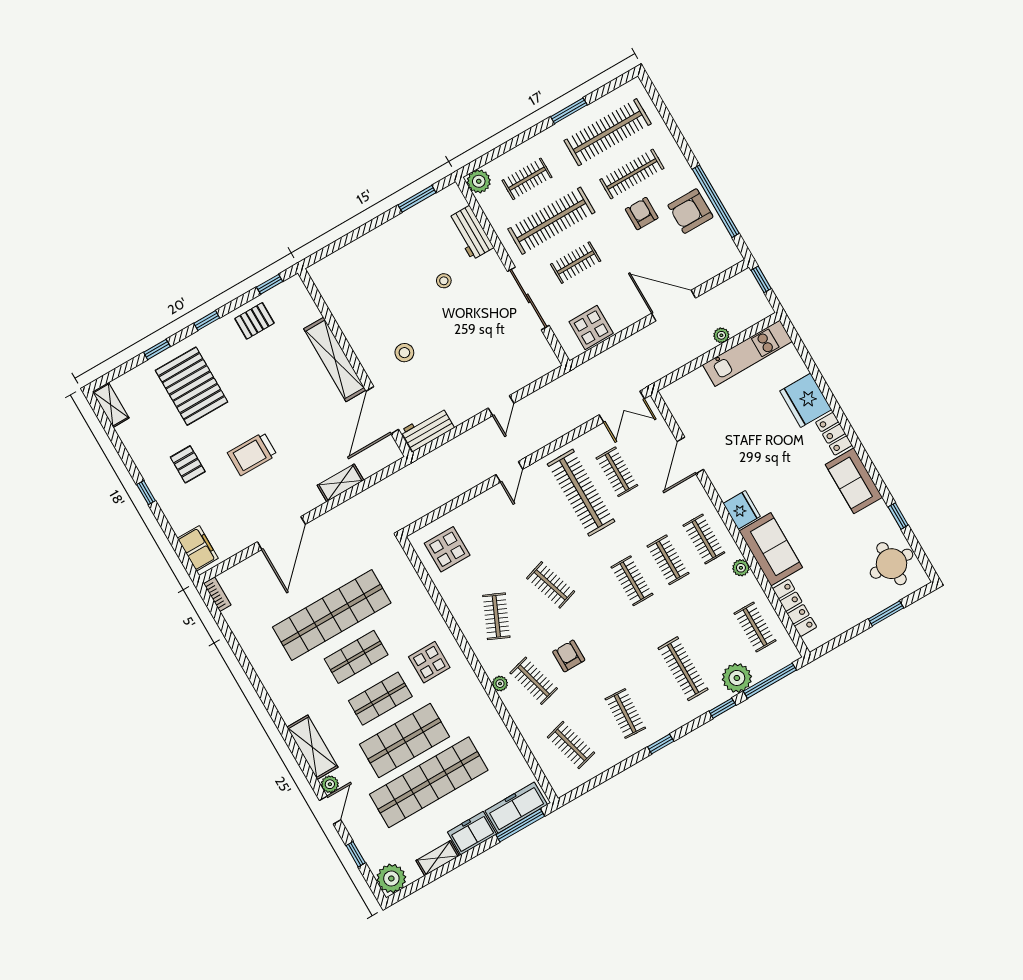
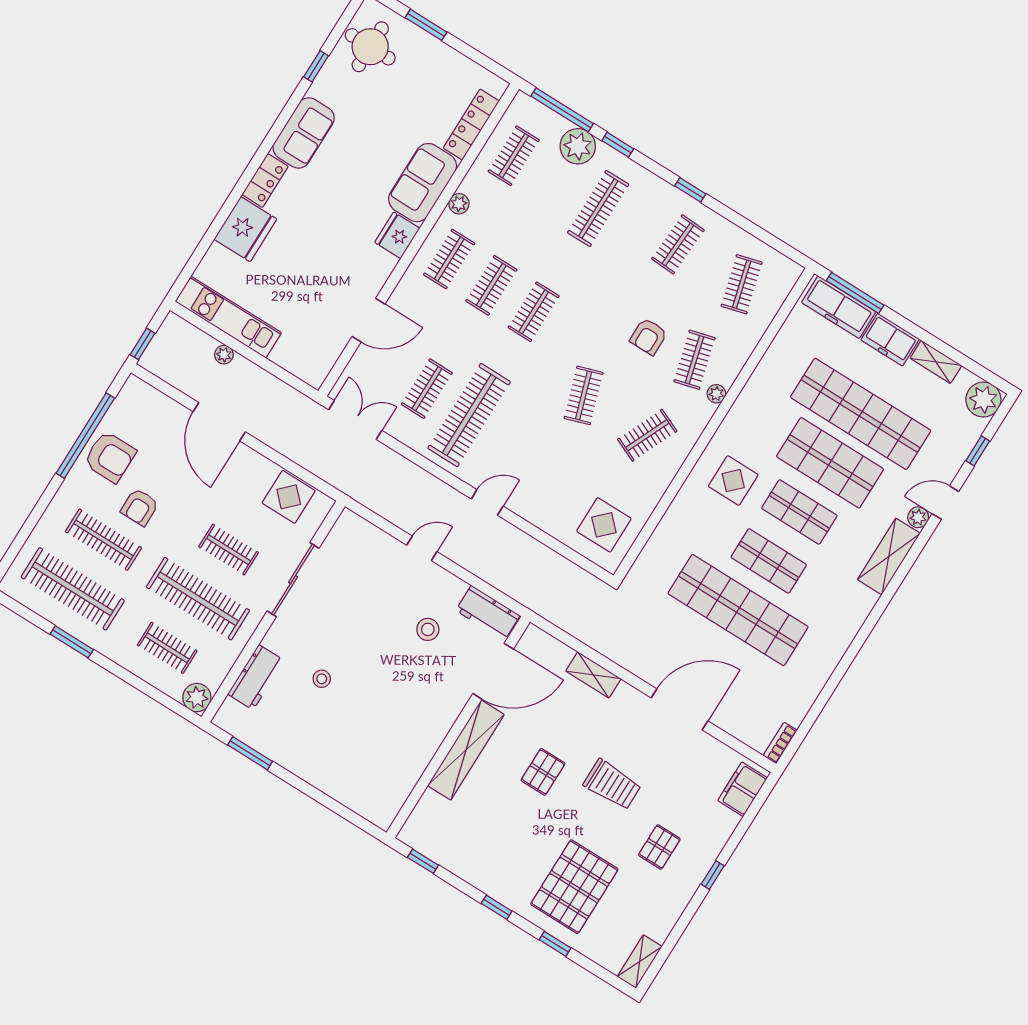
pallet: (254, 321) -> (543, 772), moved, turned 90
stool: (404, 353) -> (428, 629), moved

